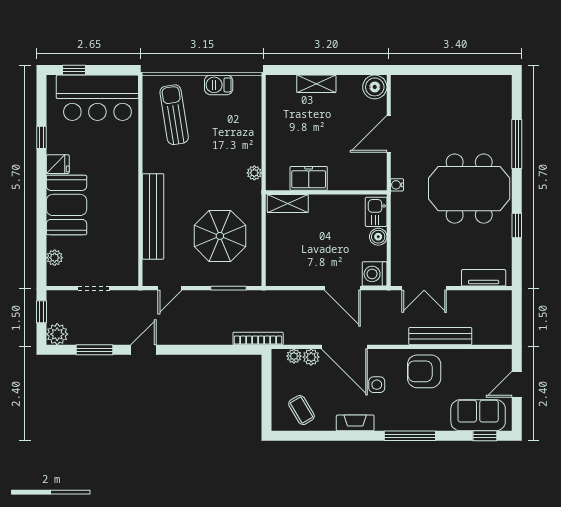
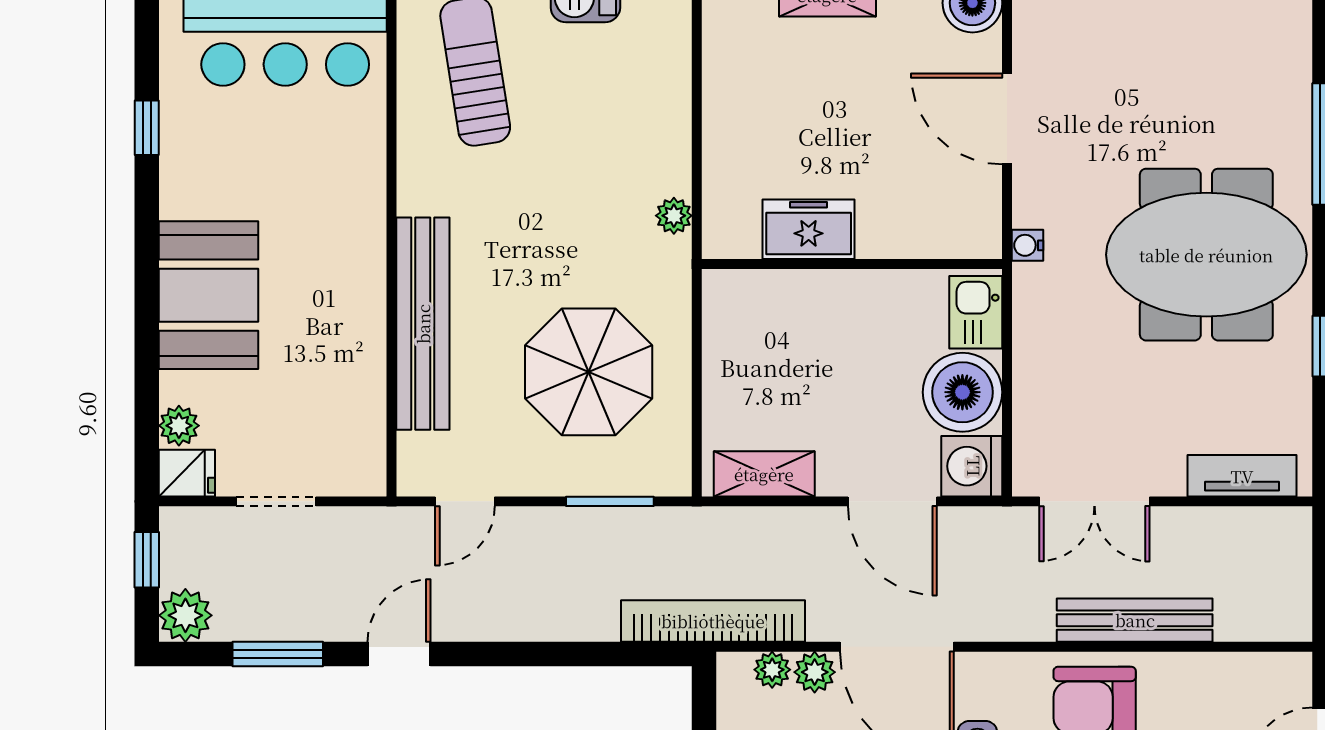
door: (389, 134) -> (1007, 119), hinge flipped
fridge: (58, 164) -> (187, 473), moved
shelving: (288, 203) -> (764, 474), moved
boiler: (378, 237) -> (962, 392), width x1.86, depth x1.86
bookcase: (258, 338) -> (713, 621), width x1.48, depth x1.31

